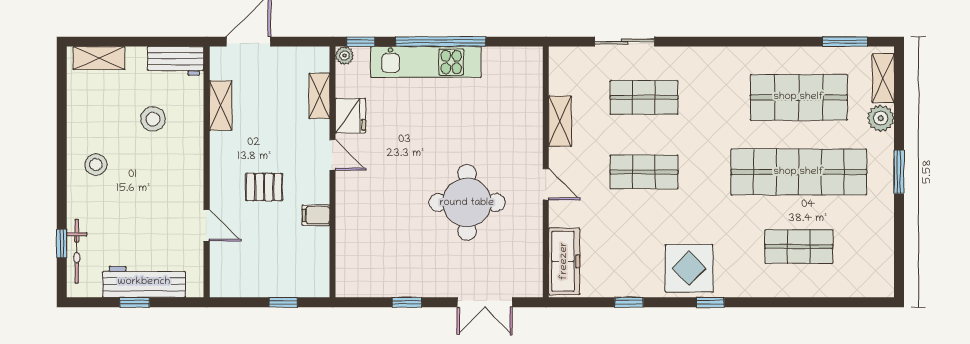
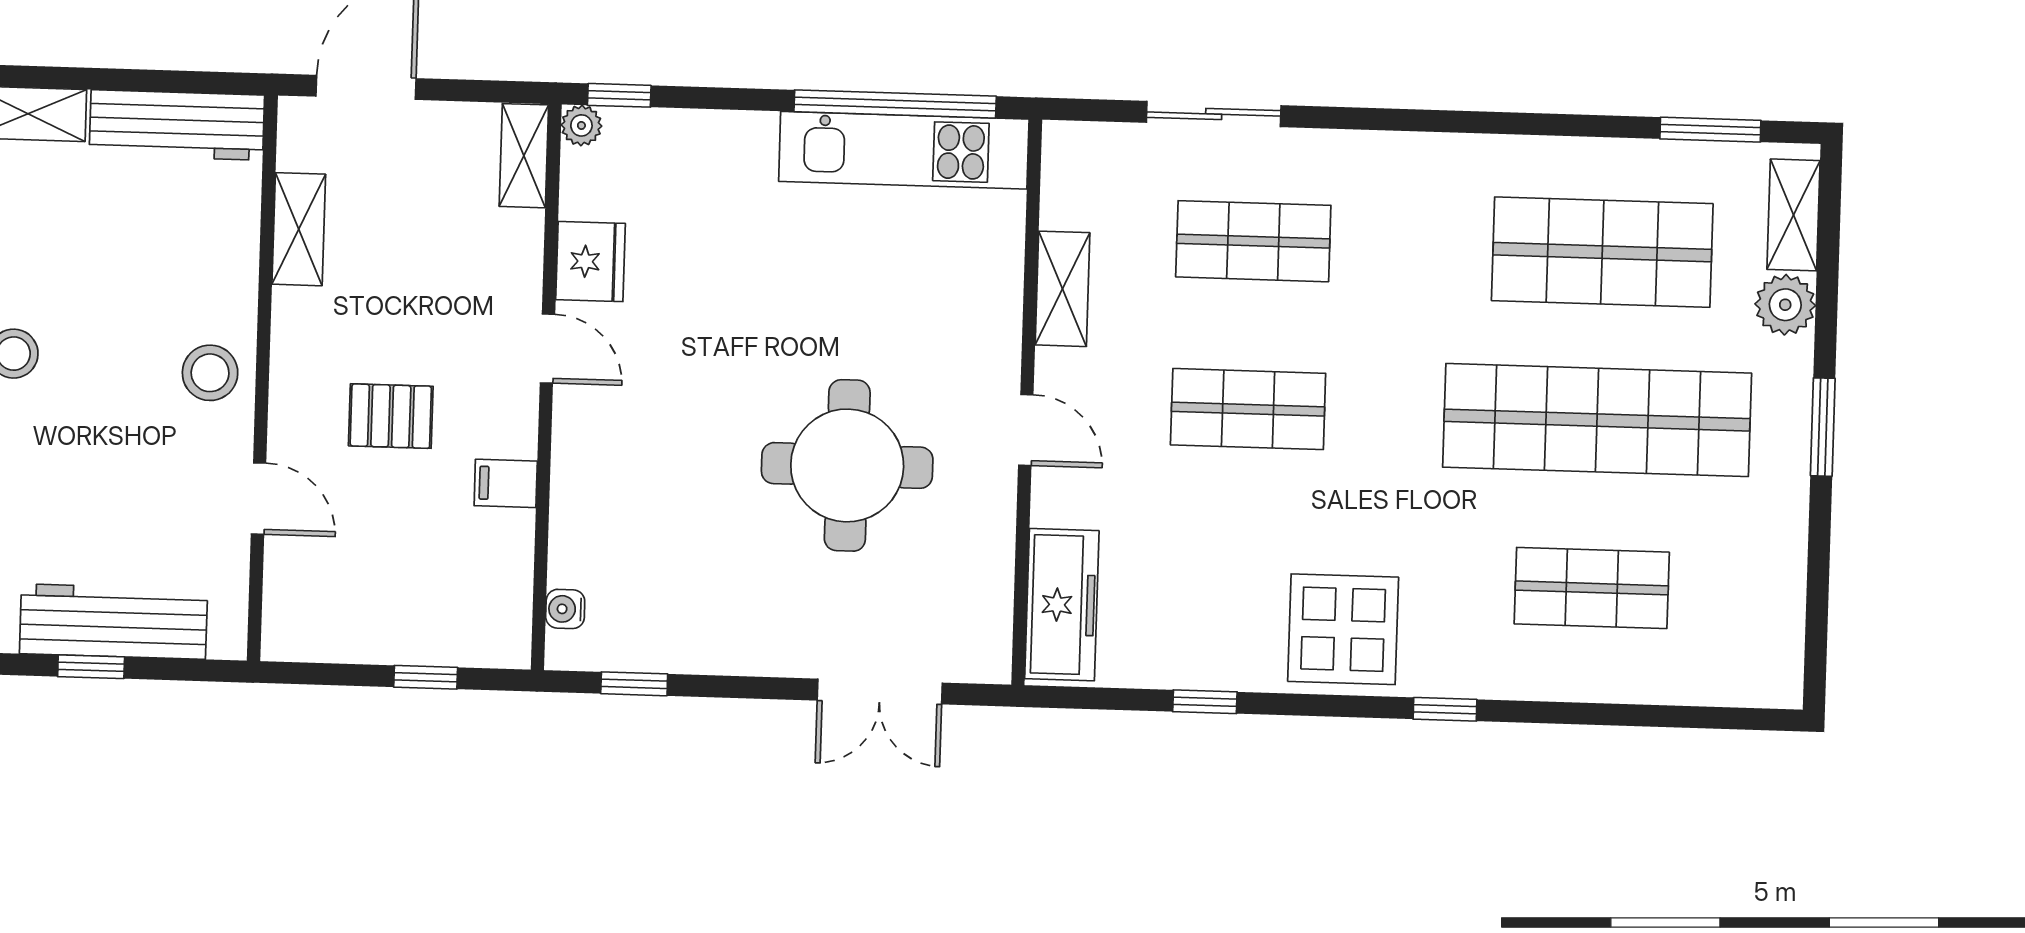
window: (441, 42) -> (895, 104), moved
workbench: (176, 61) -> (177, 125), width x1.37
kitchen unit: (426, 62) -> (904, 150), moved
shelving: (319, 96) -> (524, 156), moved
stool: (153, 119) -> (210, 373), moved
water cooler: (344, 270) -> (565, 609), added
window: (407, 302) -> (634, 684), moved
window: (710, 302) -> (1445, 709), moved

